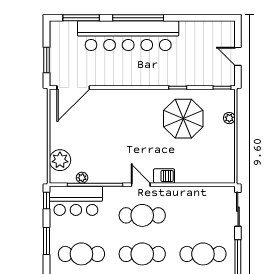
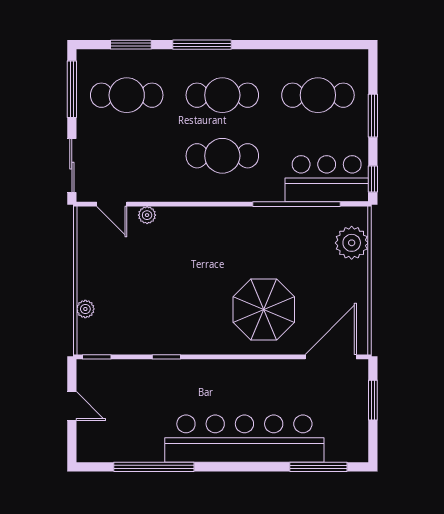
window: (138, 18) -> (154, 467), moved
parasol: (183, 119) -> (264, 310), moved
barbecue: (164, 176) -> (188, 218), removed
plant: (82, 178) -> (147, 215), moved
door: (141, 185) -> (112, 204), moved

